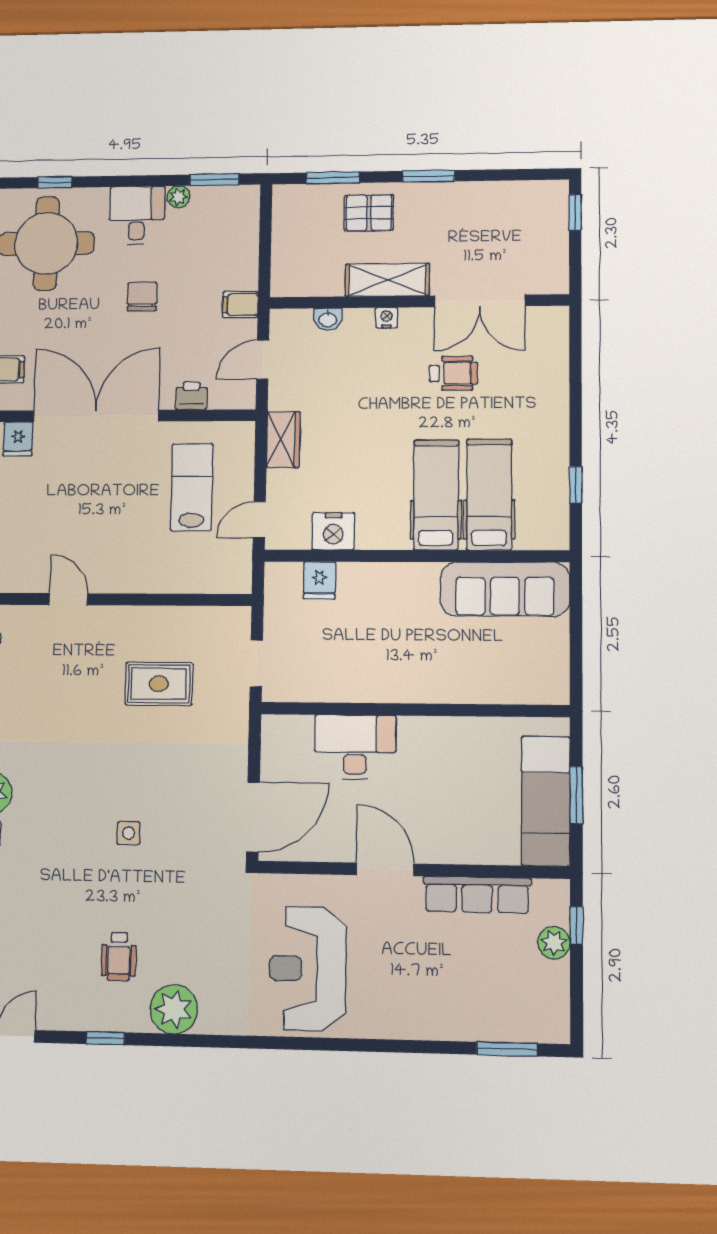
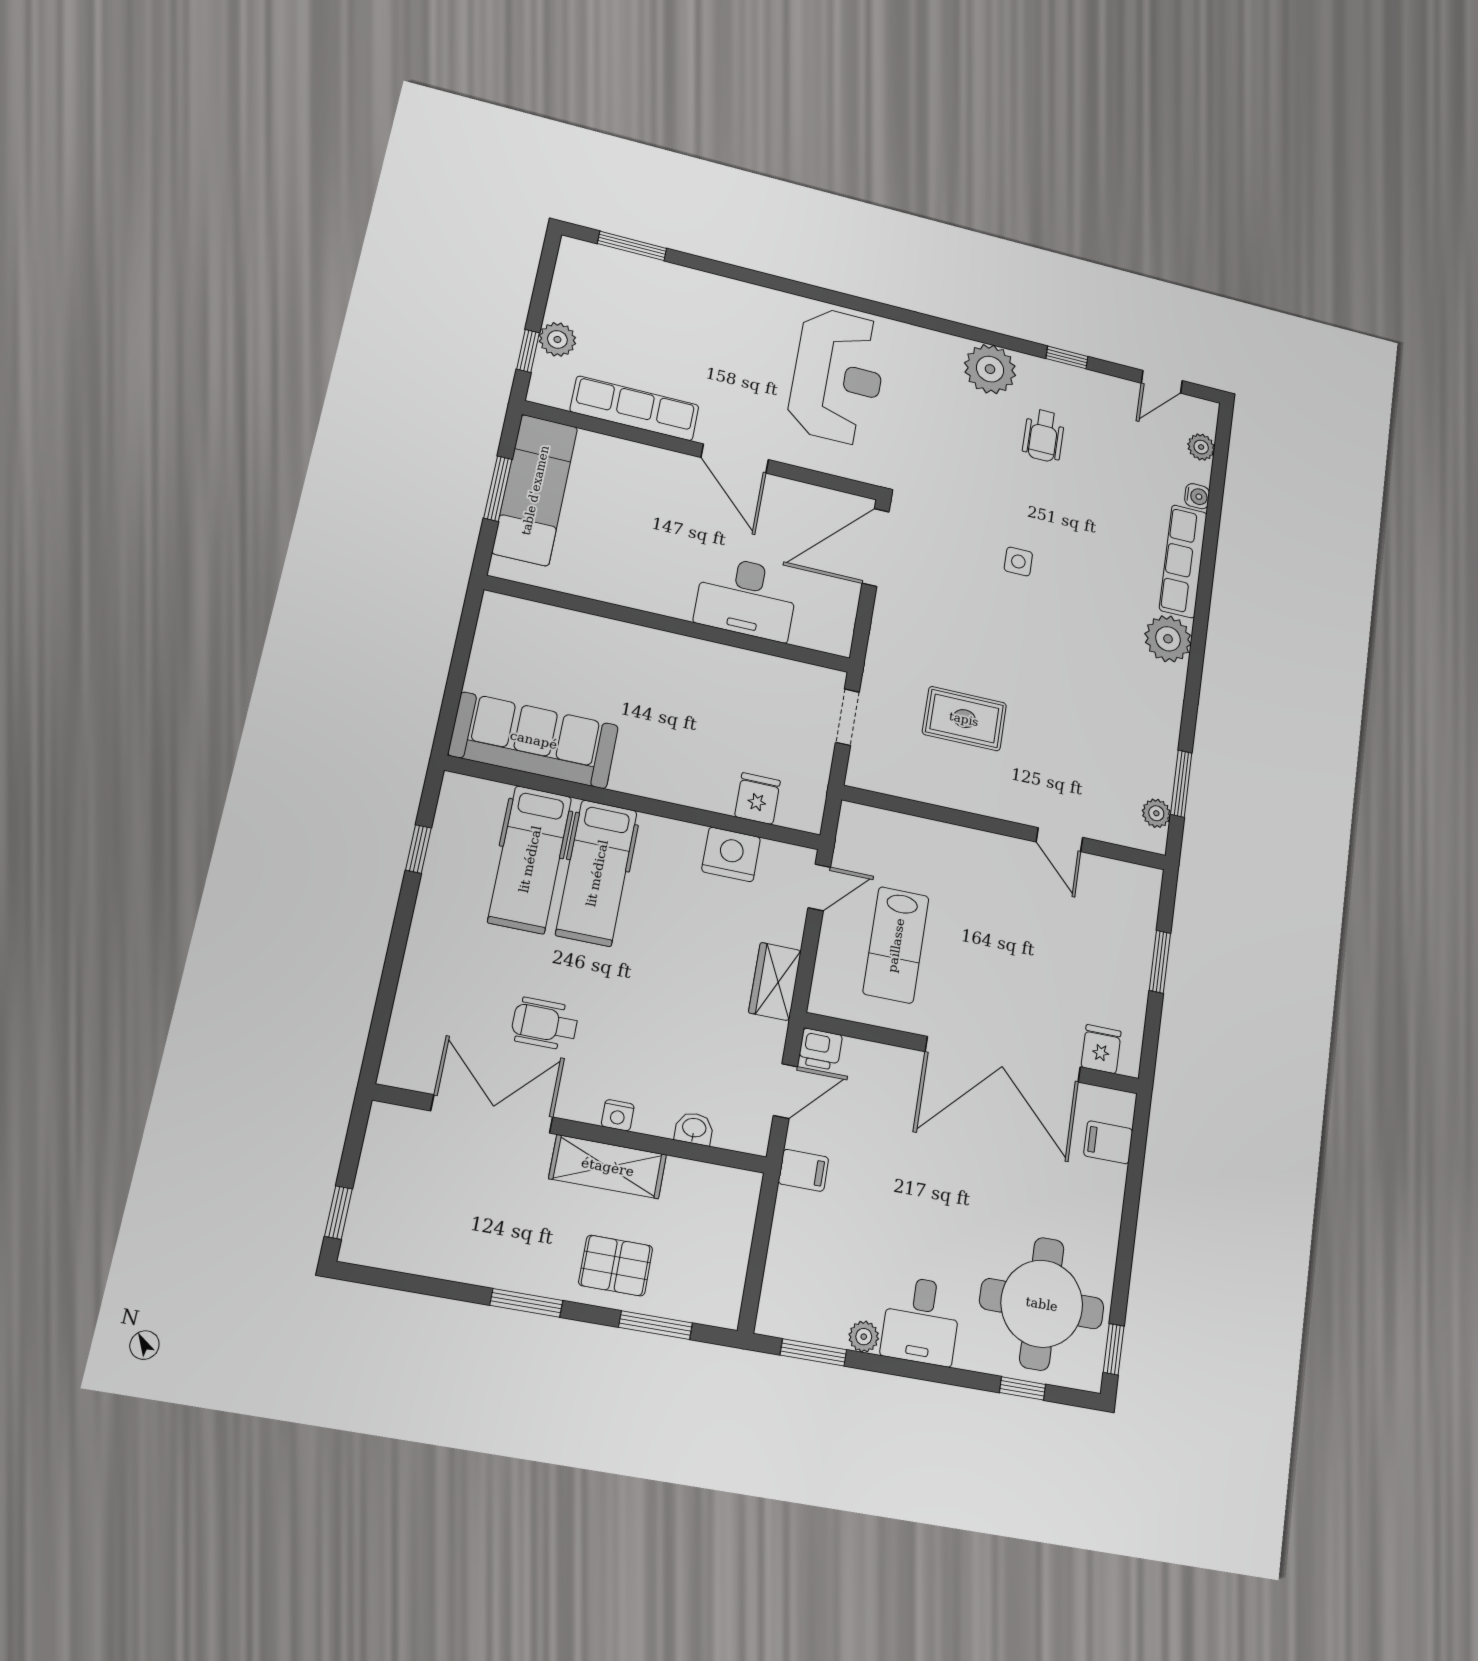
chair: (142, 297) -> (928, 1206), removed
printer: (191, 396) -> (820, 1049), moved
wheelchair: (119, 957) -> (1044, 435), turned 180

